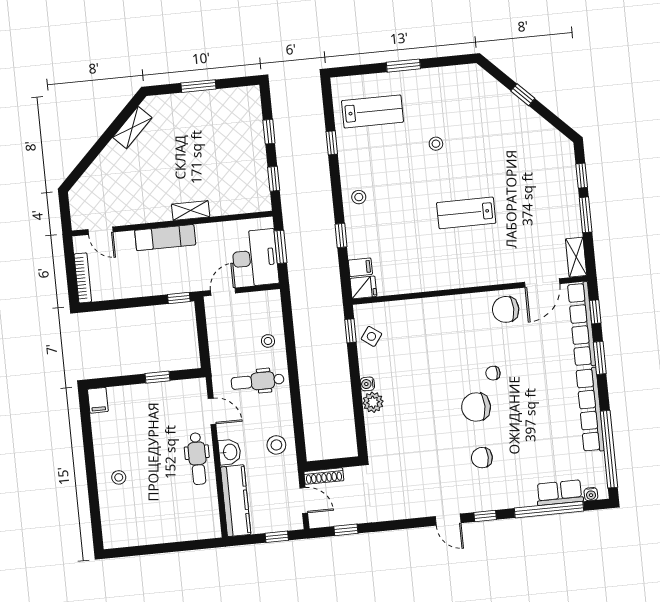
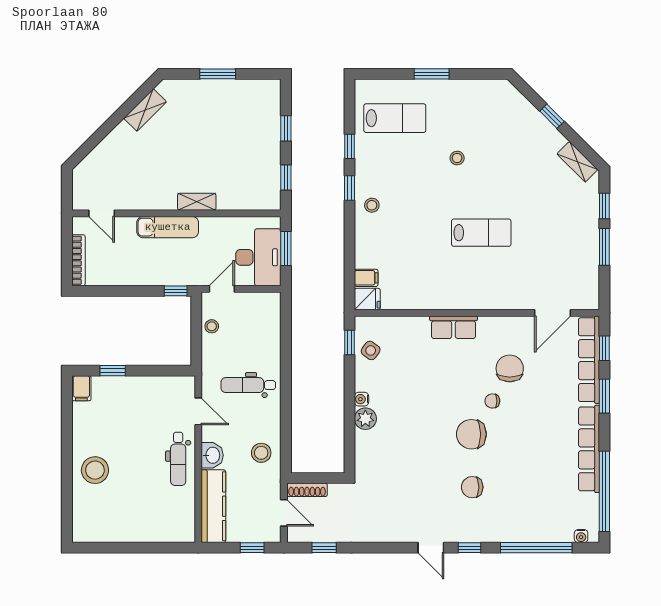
lab bench: (466, 213) -> (481, 233), turned 180
window: (341, 235) -> (350, 188), moved
shelving: (576, 257) -> (577, 162), moved, turned -45
chair: (506, 309) -> (510, 368), moved, turned 90
stool: (268, 341) -> (212, 326), moved
window: (157, 377) -> (113, 371), moved
stool: (119, 477) -> (95, 470), width x1.89, depth x1.89
row of seats: (560, 493) -> (454, 327), moved, turned 180

